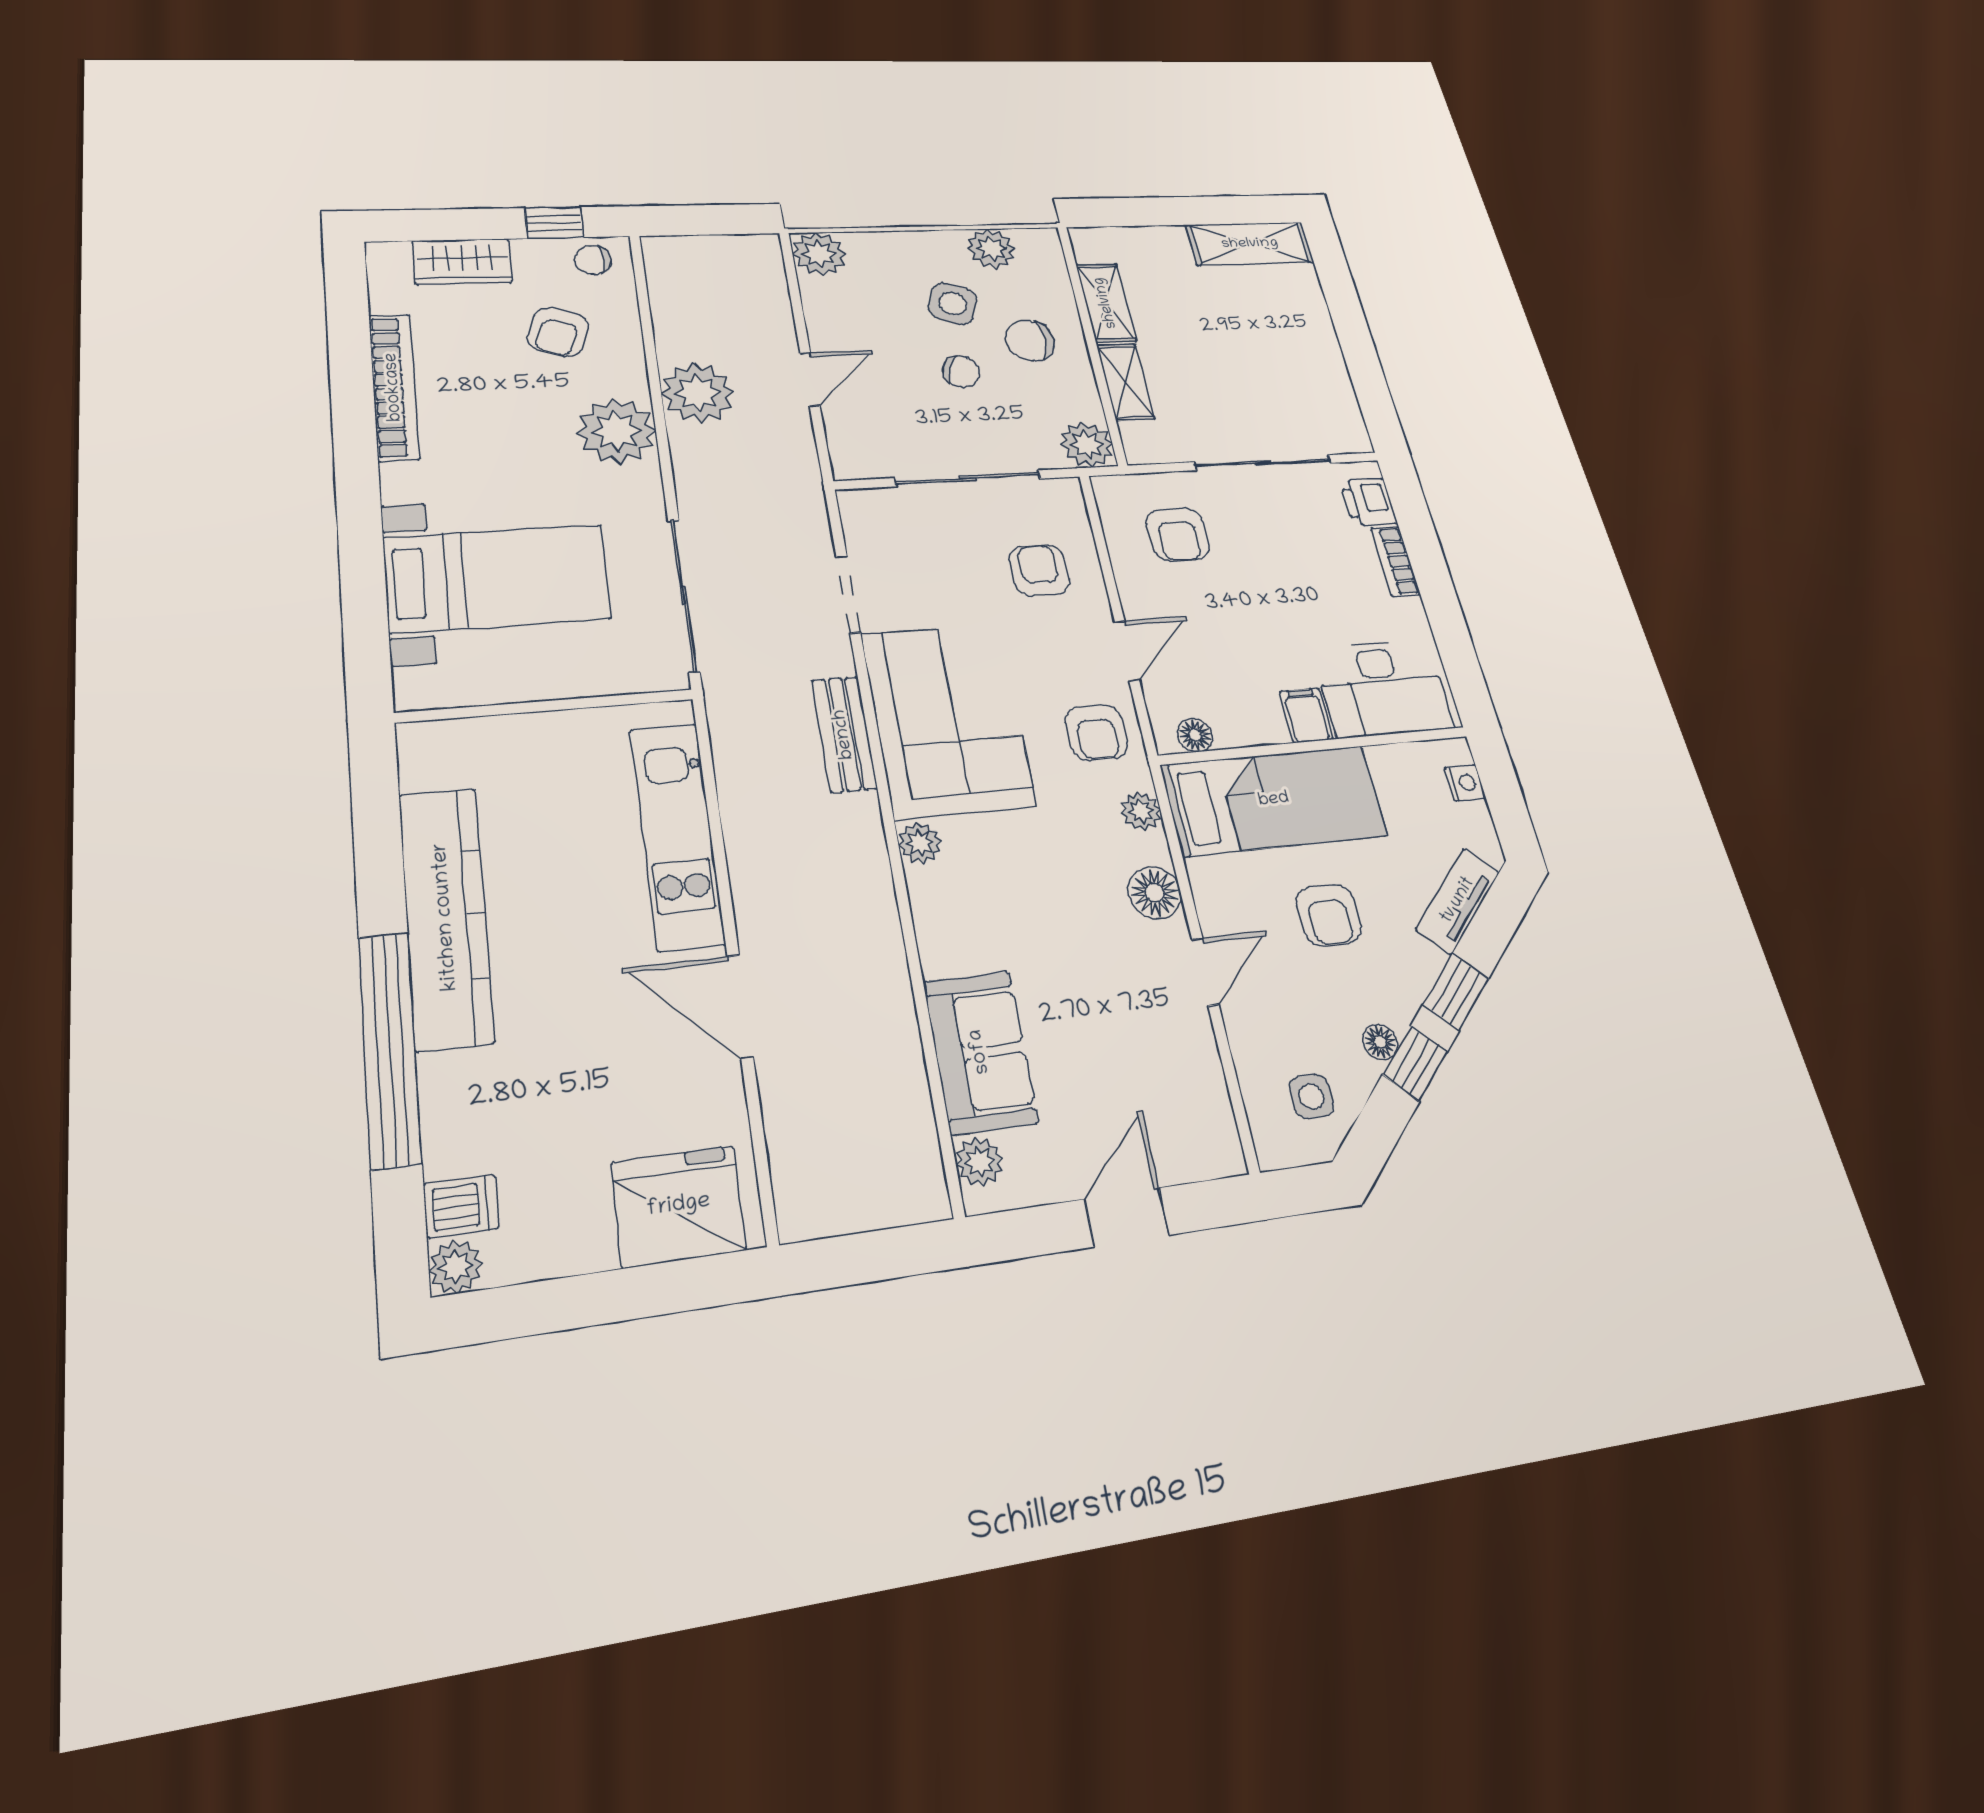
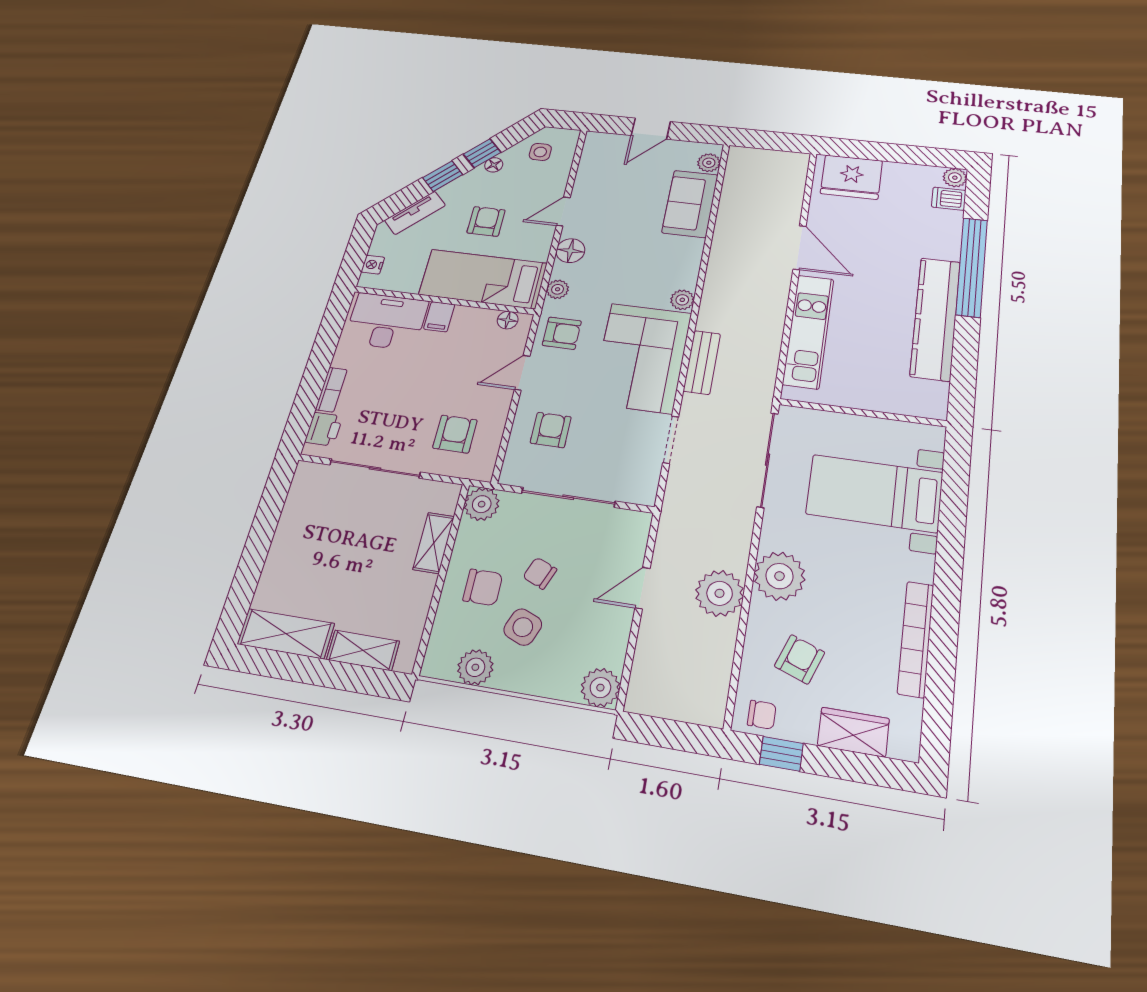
shelving: (1106, 303) -> (363, 650), moved, turned 90
armchair: (1039, 570) -> (551, 430), turned 180
armchair: (1096, 733) -> (562, 333), turned 90

